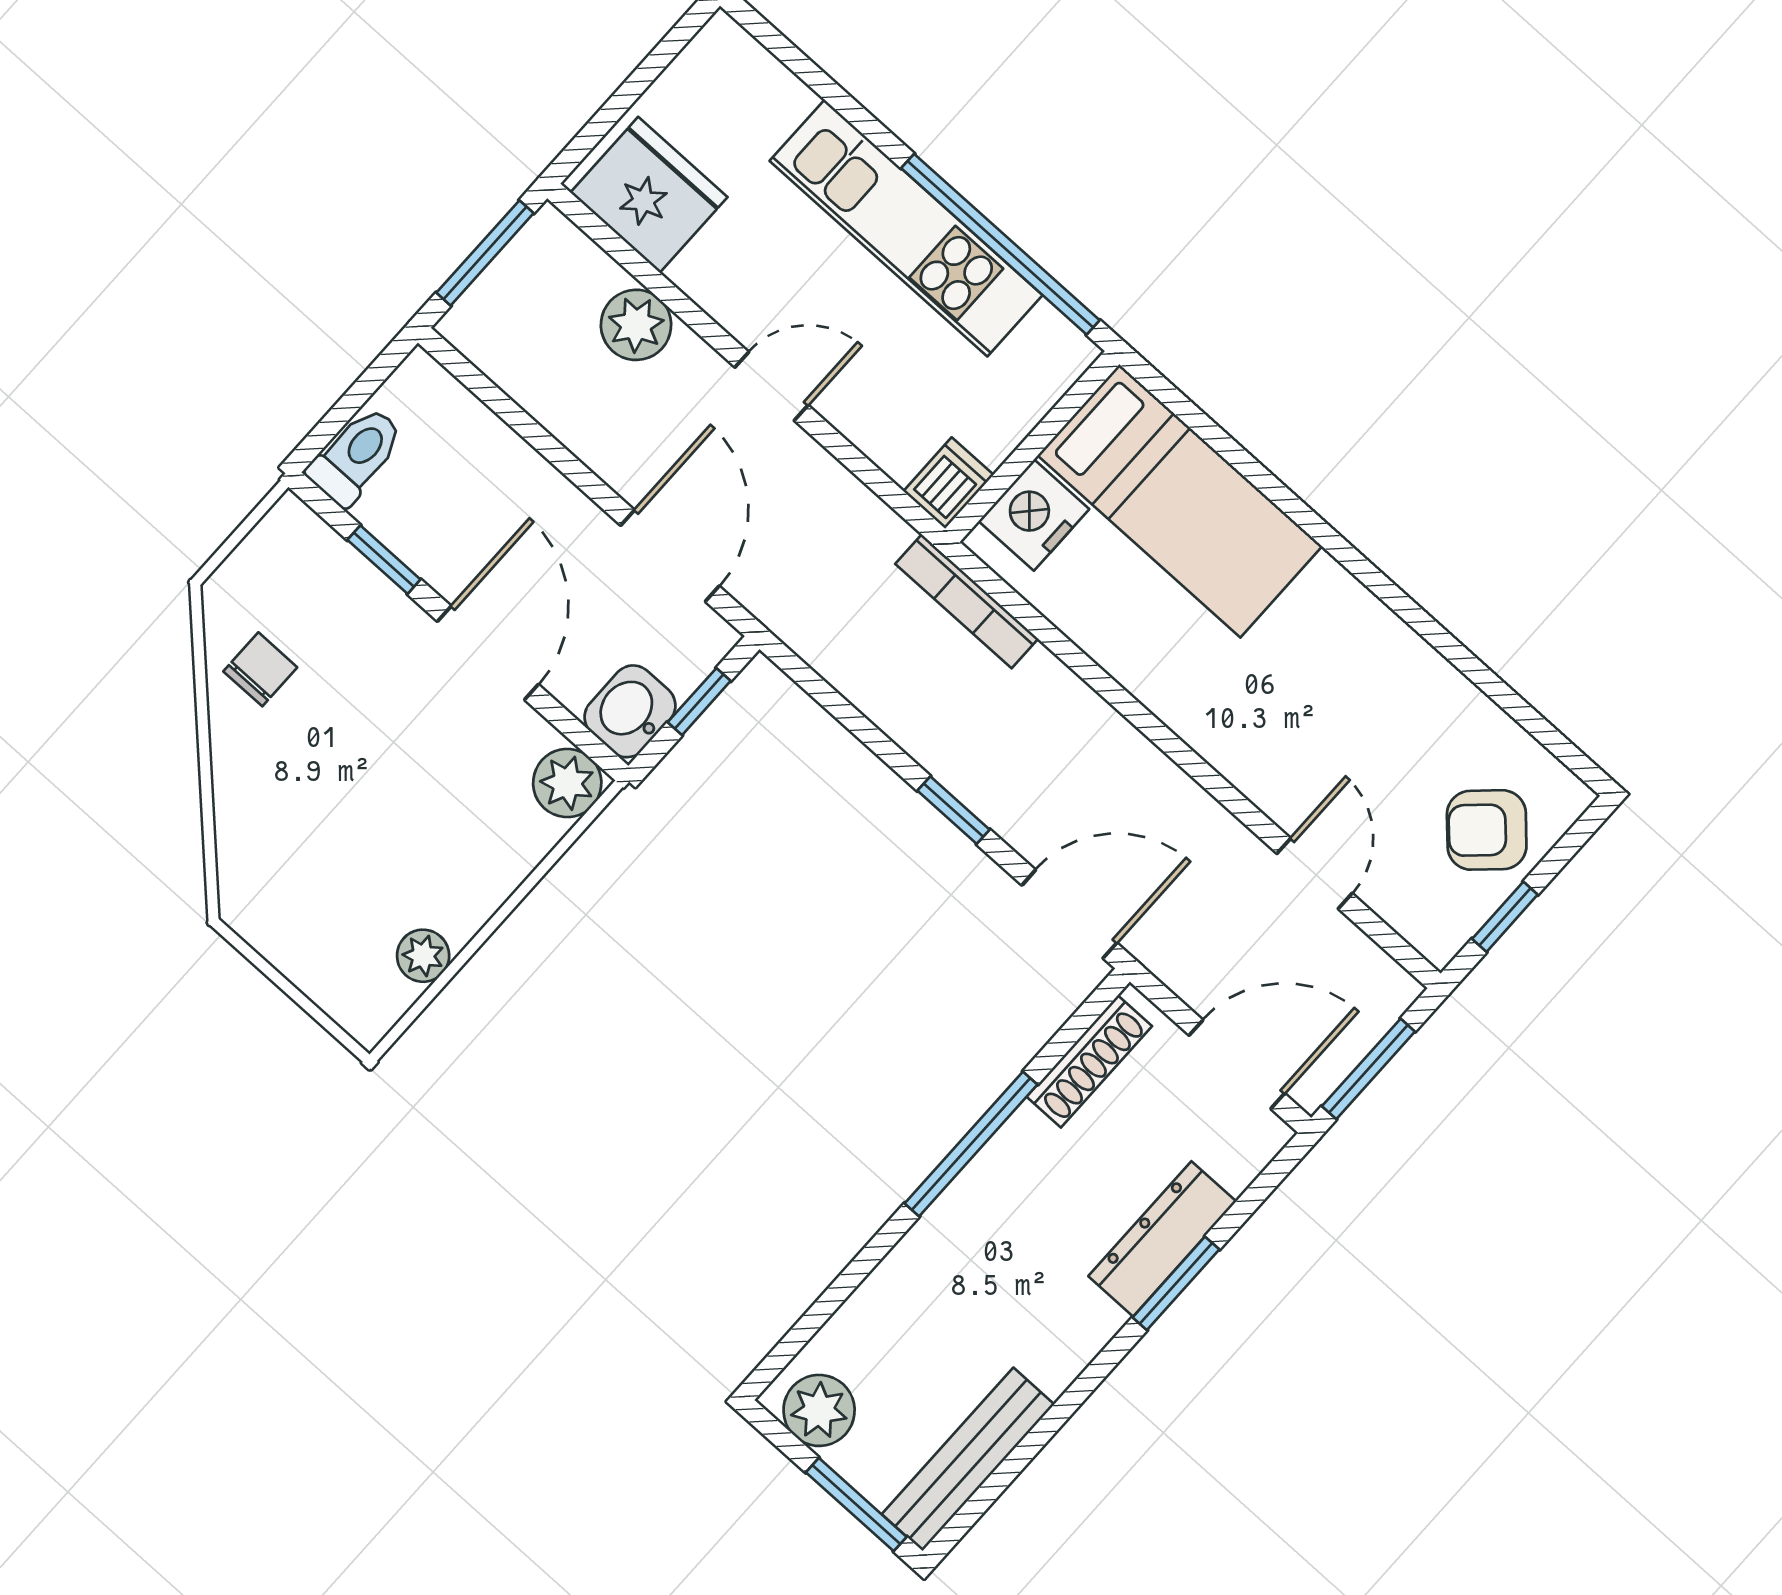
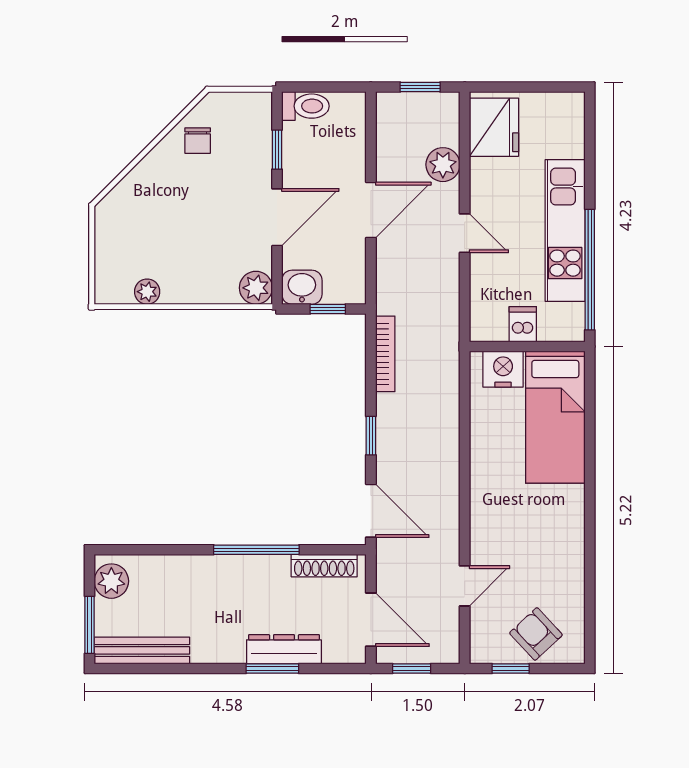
window: (485, 253) -> (420, 87), width x0.67
dishwasher: (948, 483) -> (523, 324), moved, turned -90
door: (670, 556) -> (371, 210), moved
bookcase: (967, 601) -> (385, 354), moved, turned 180
chair: (260, 669) -> (198, 141), turned 90
window: (1368, 1069) -> (412, 669), width x0.67

